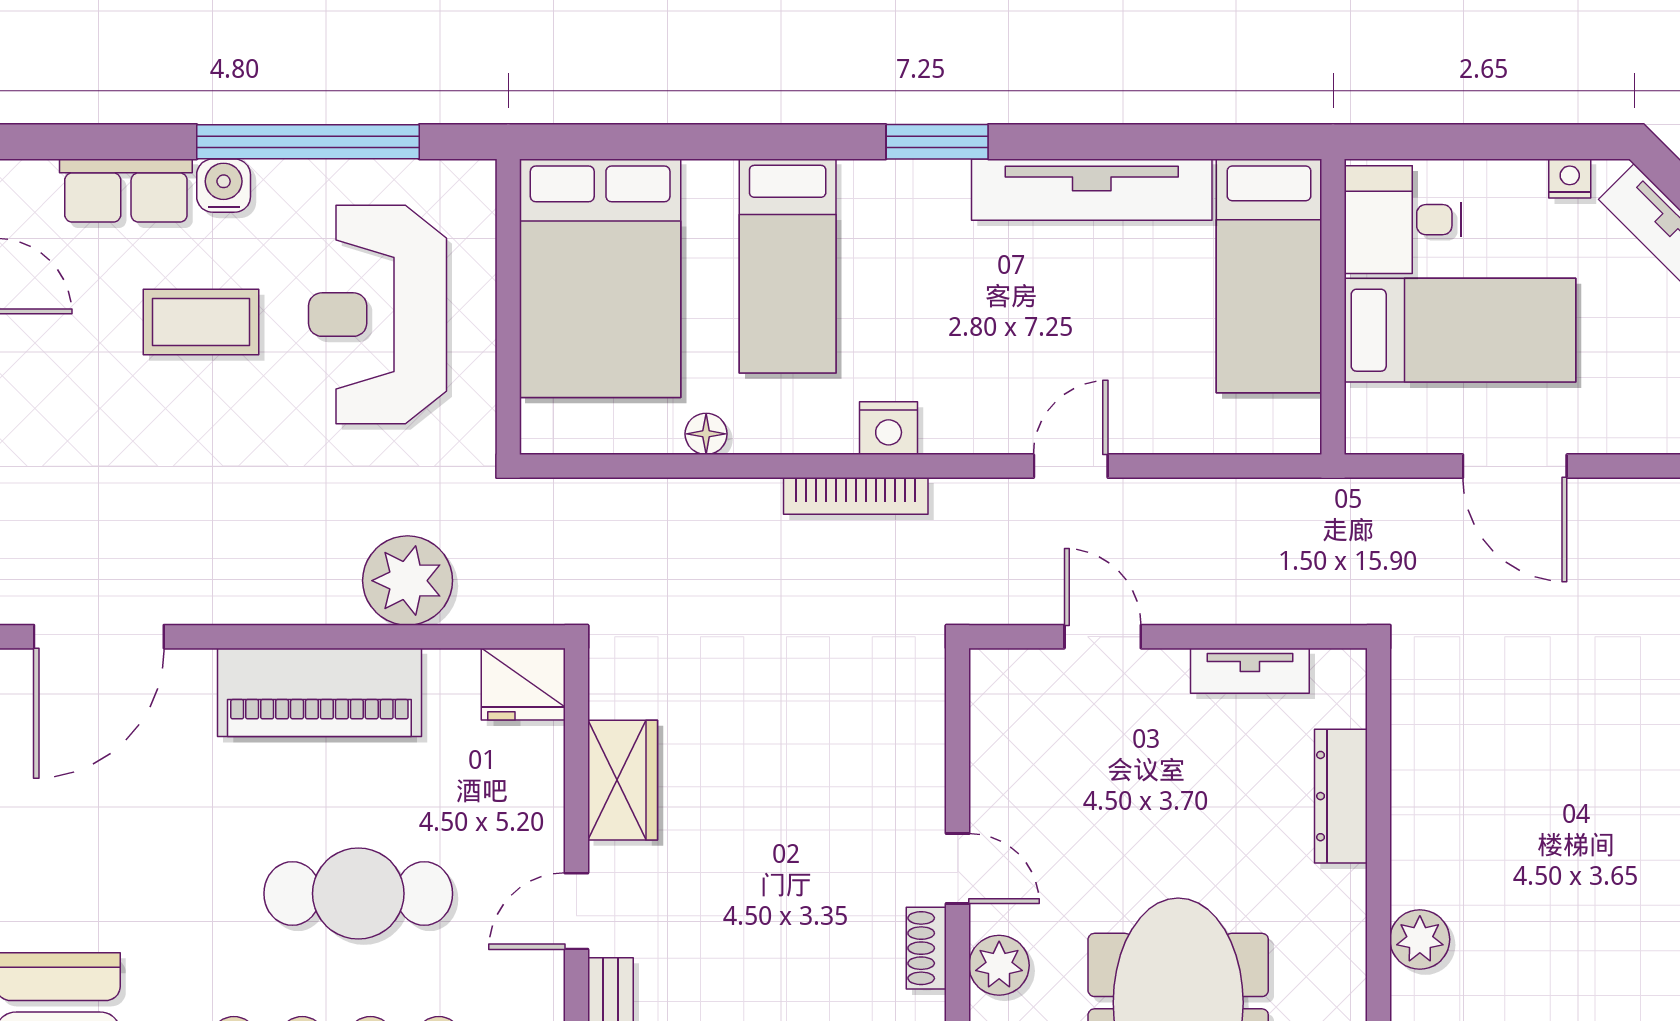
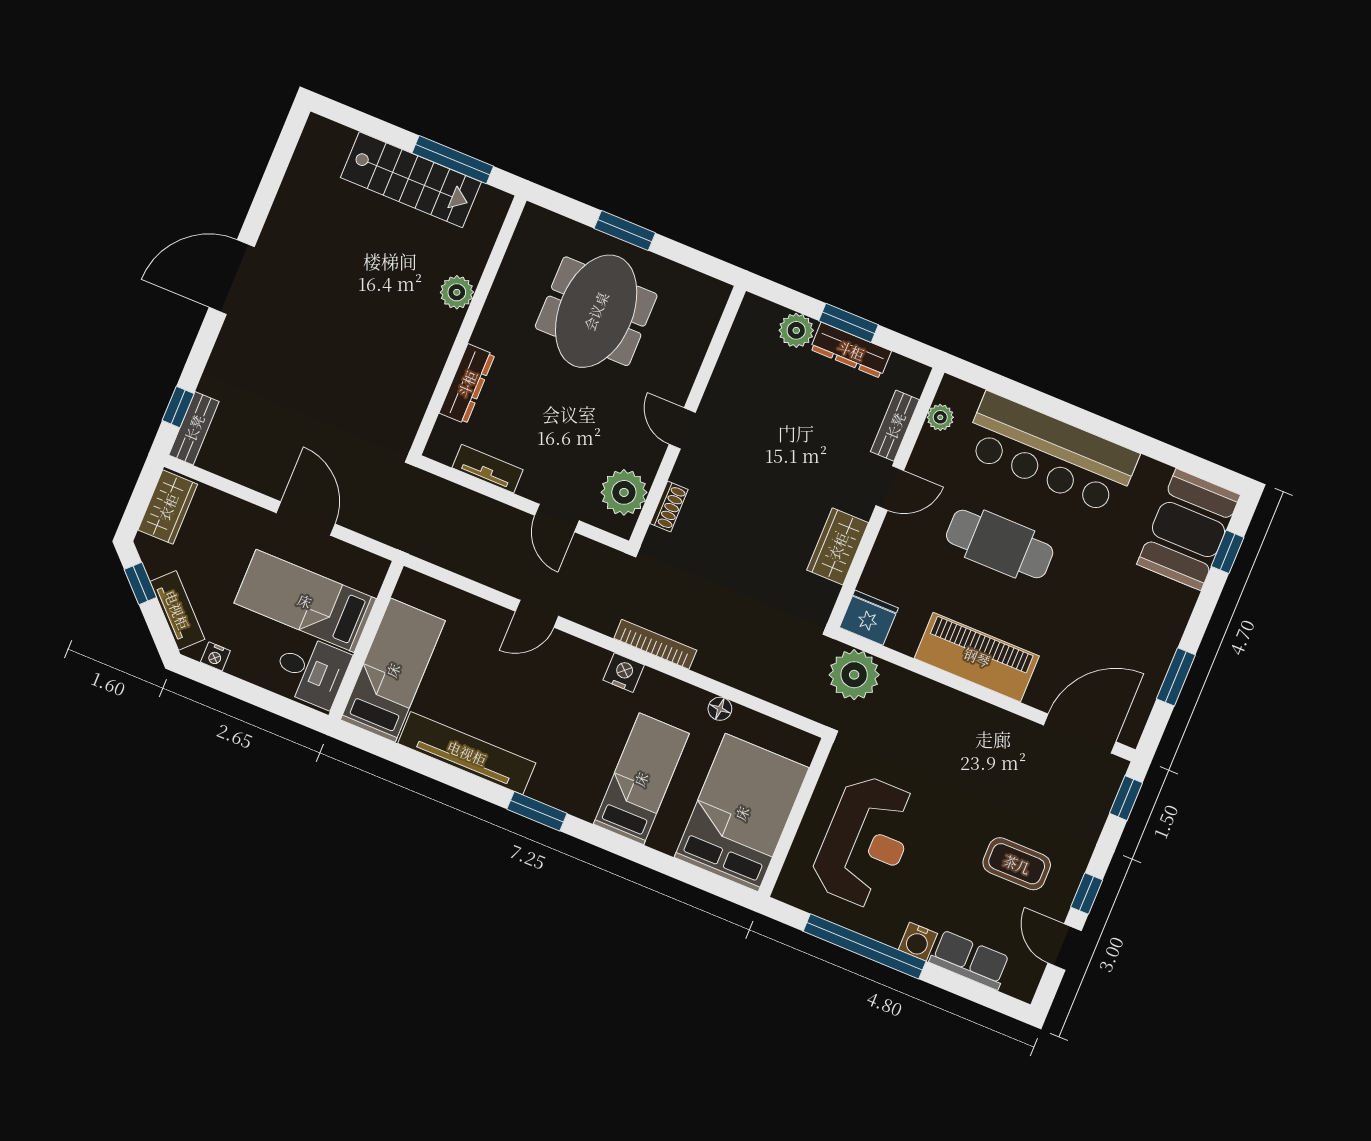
coffee table: (201, 322) -> (1017, 864), moved
plant: (408, 581) -> (854, 675), moved
shoe rack: (926, 948) -> (669, 507), moved
plant: (999, 965) -> (624, 492), moved, width x1.36, depth x1.36

